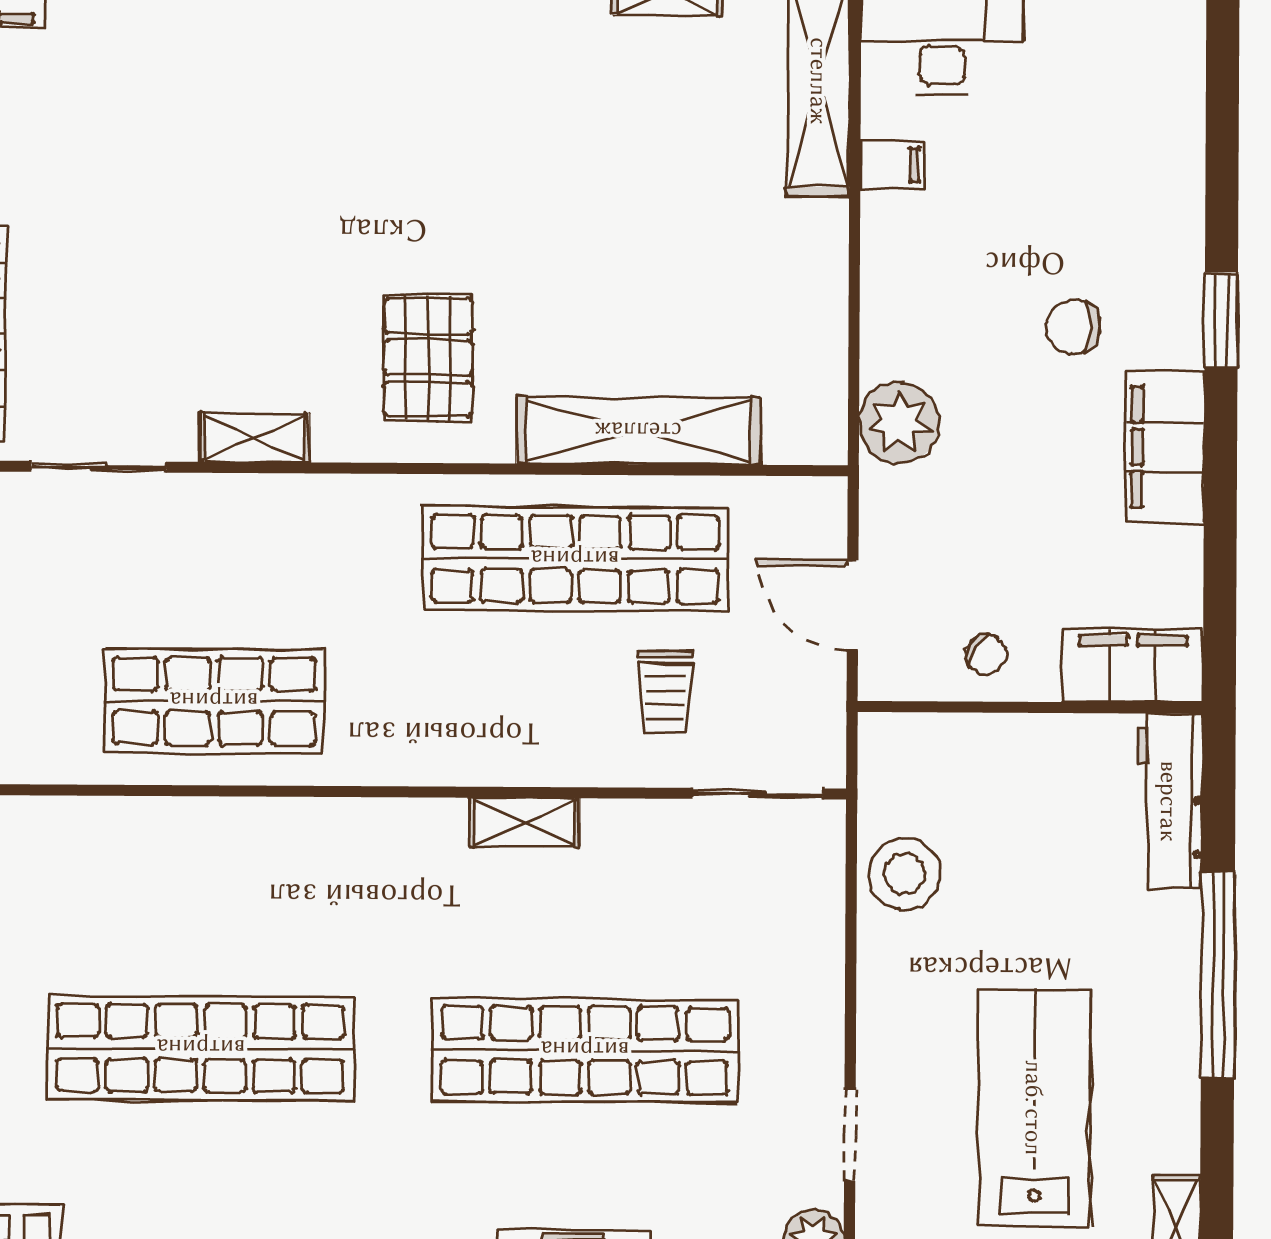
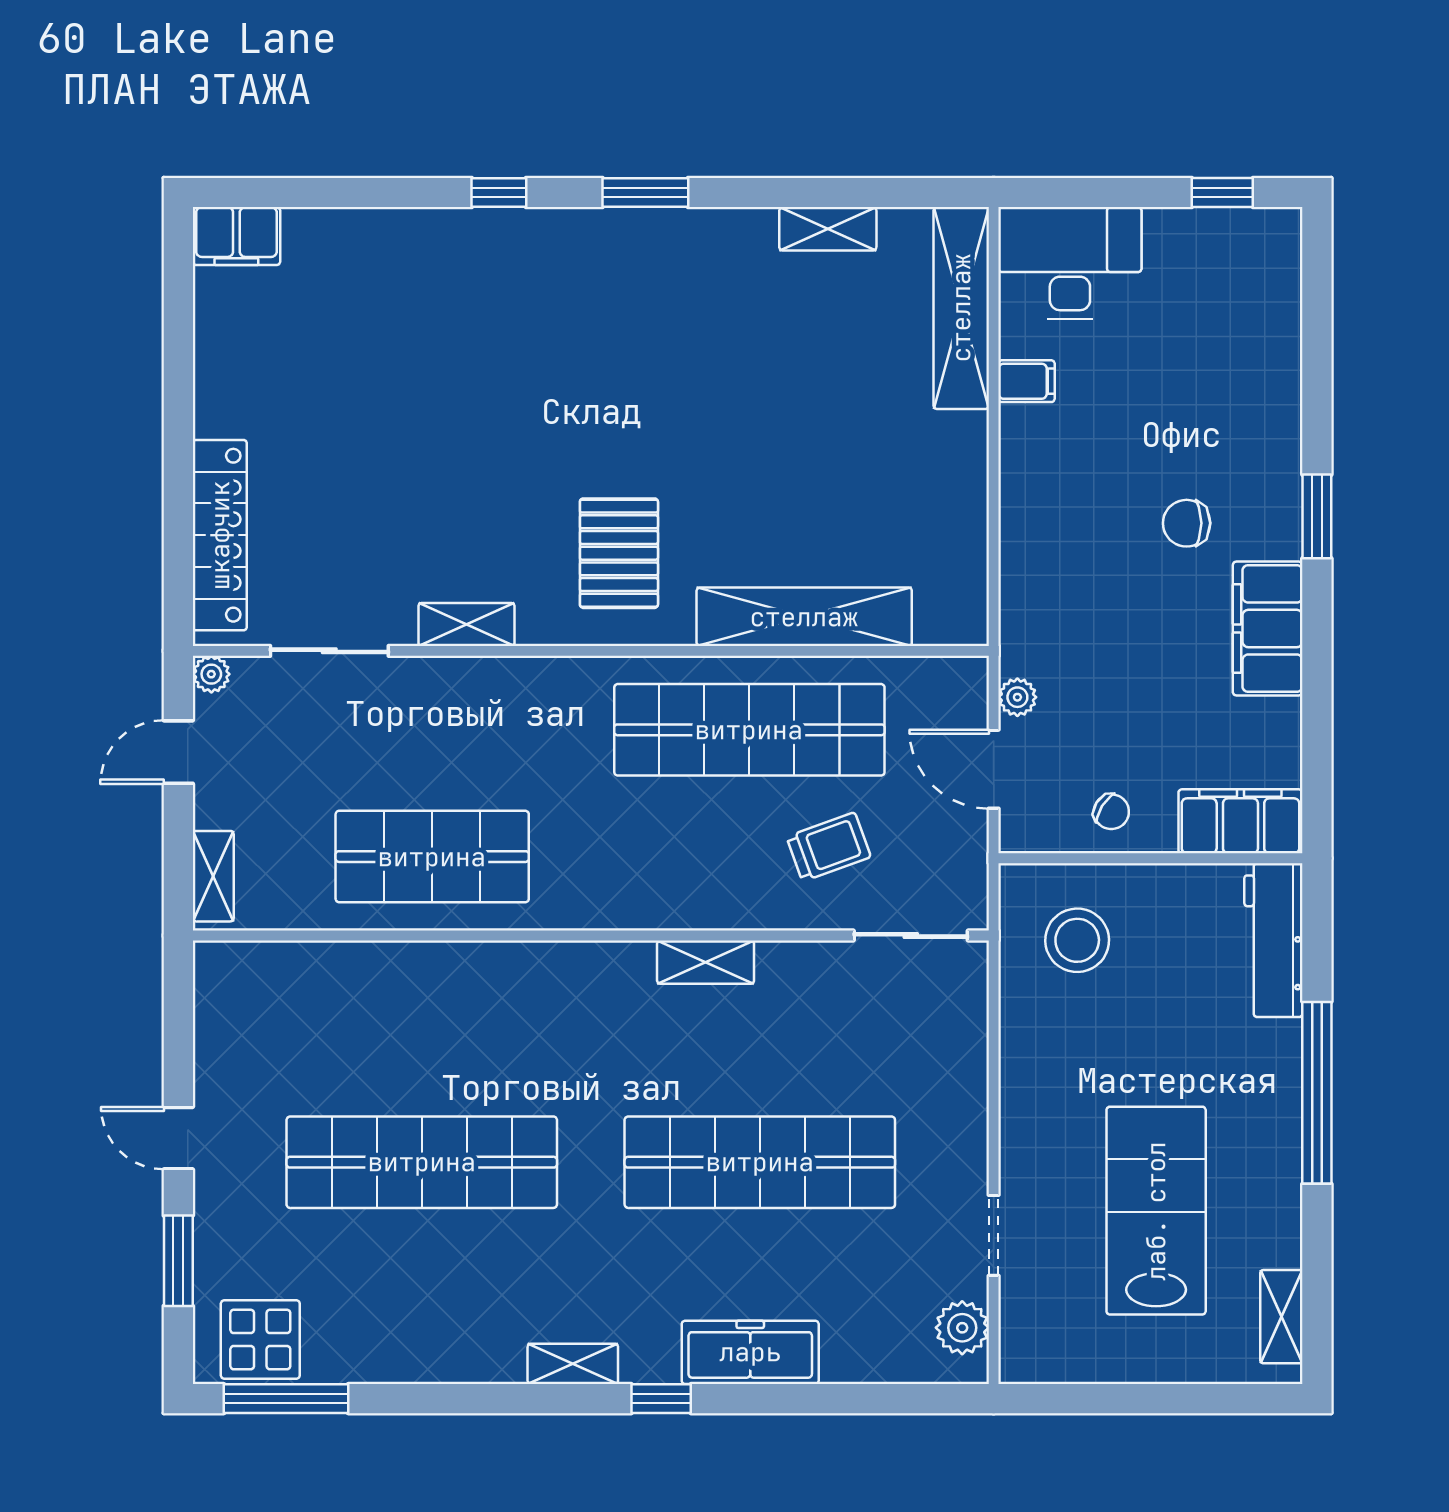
plant: (899, 423) -> (1017, 697), moved, width x0.53, depth x0.53
trolley: (665, 692) -> (829, 847), turned -110
stool: (905, 874) -> (1077, 940), moved

